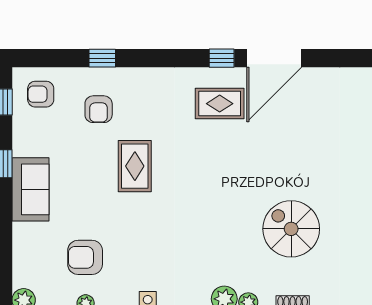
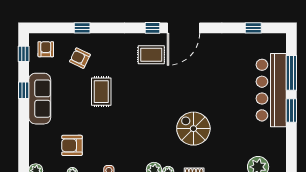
armchair: (41, 94) -> (46, 49), turned 90
armchair: (99, 109) -> (80, 58), turned 116
sofa: (30, 189) -> (40, 99), width x1.36

